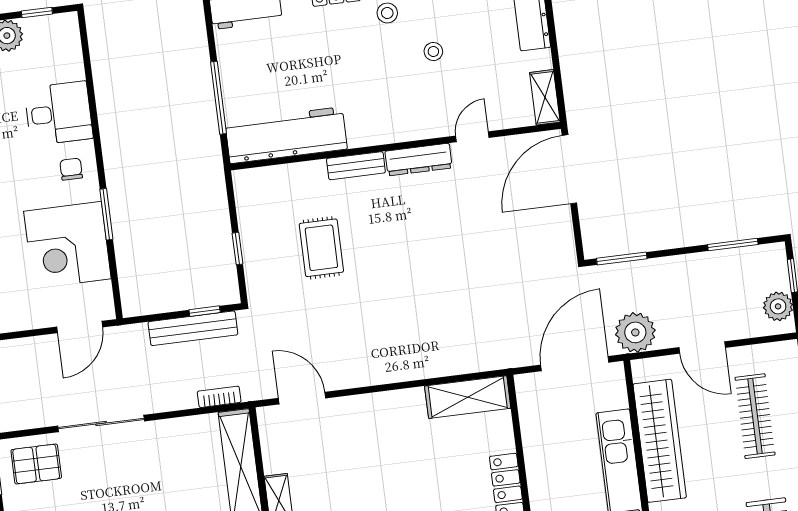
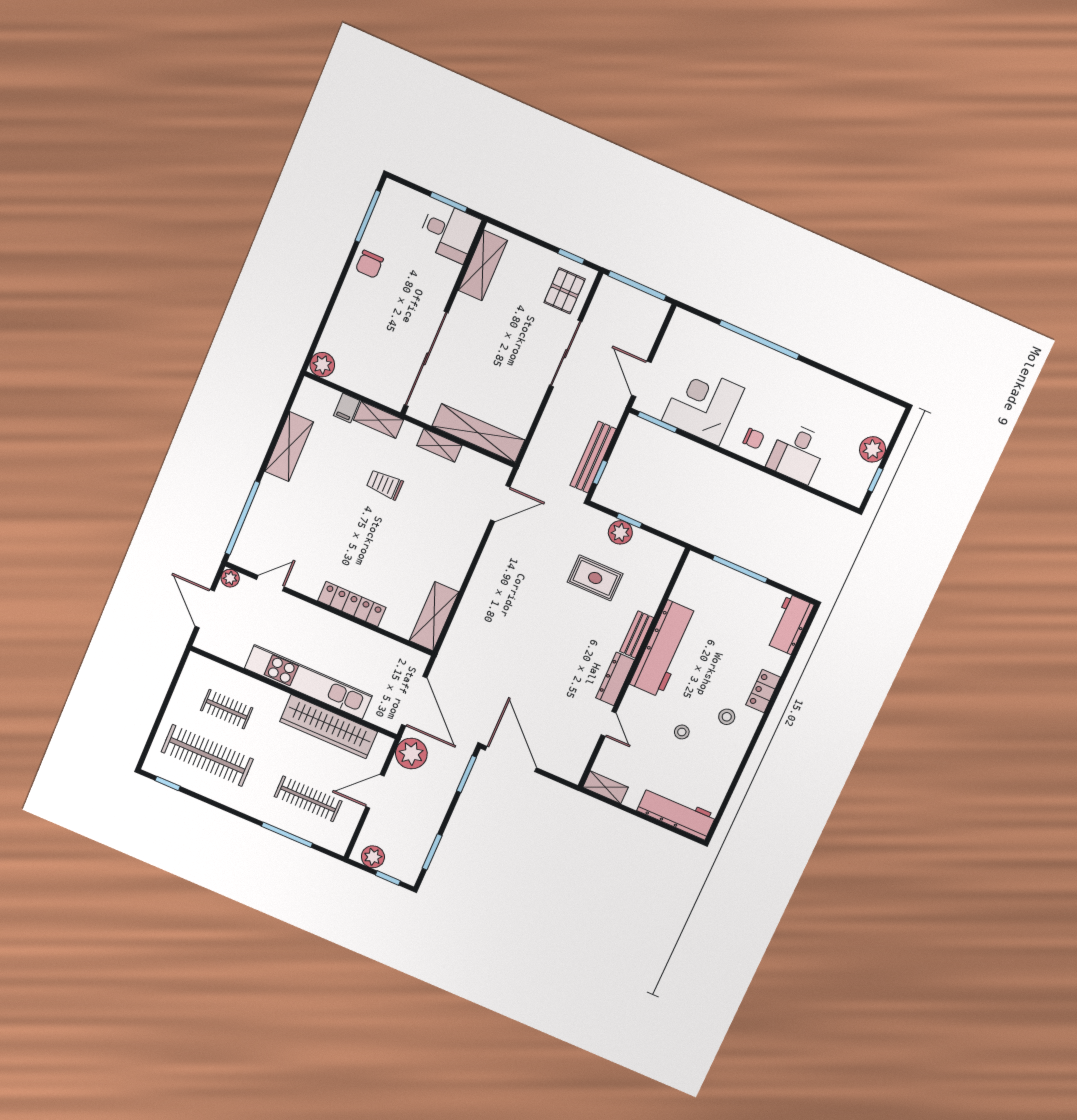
workbench: (286, 135) -> (664, 649), moved
door: (569, 169) -> (511, 759), moved
window: (106, 214) -> (657, 422), moved
plant: (256, 250) -> (620, 532), added
bookcase: (219, 397) -> (535, 447), removed

